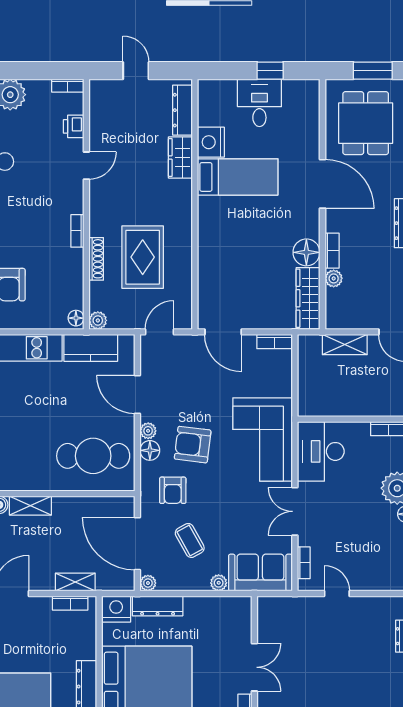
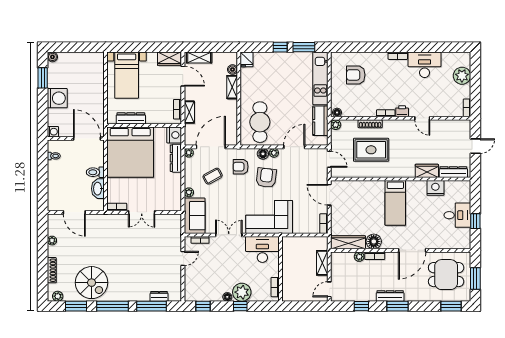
printer: (74, 126) -> (402, 111), moved
bed: (238, 177) -> (395, 203), moved
door: (223, 332) -> (329, 195), hinge flipped

